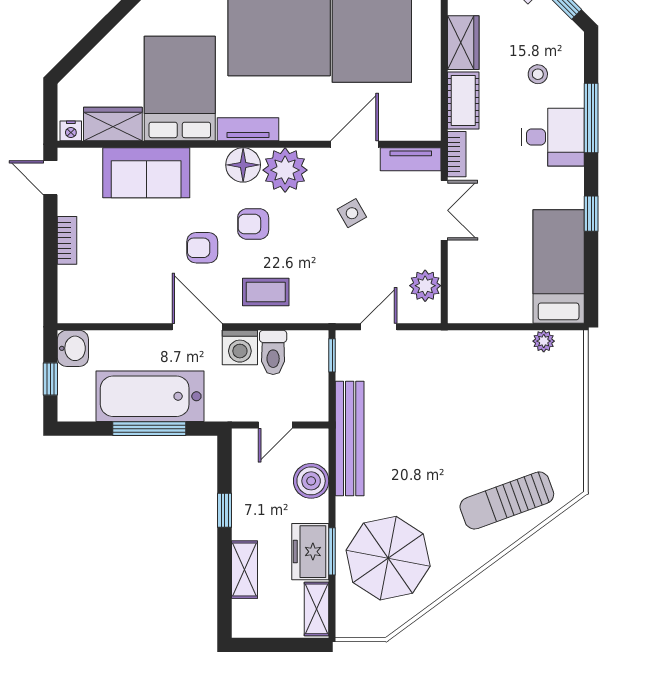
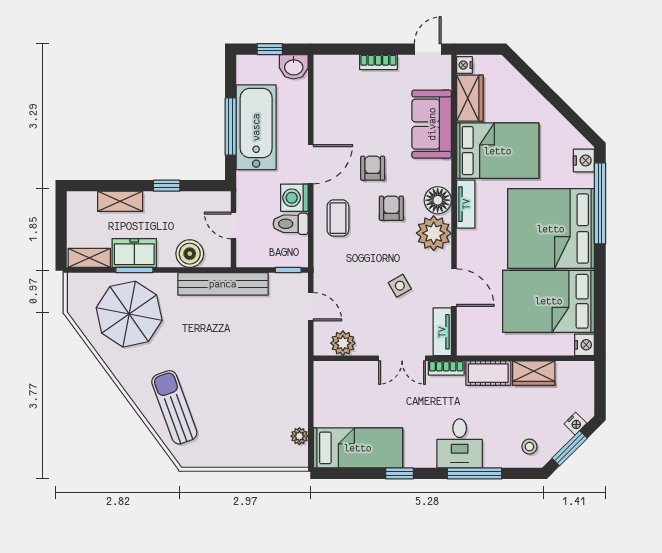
stool: (538, 74) -> (529, 447), moved

